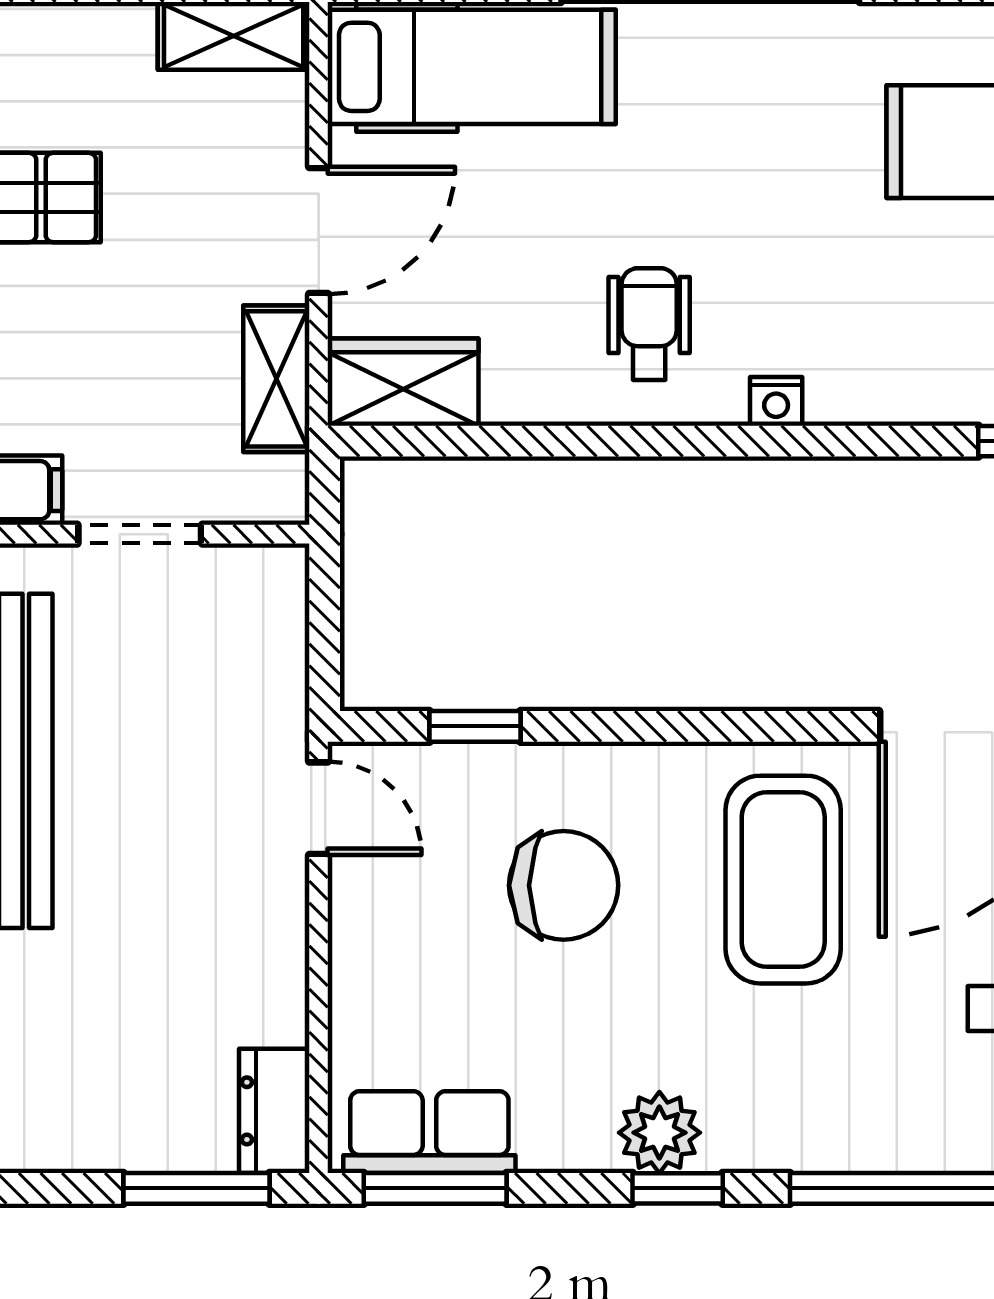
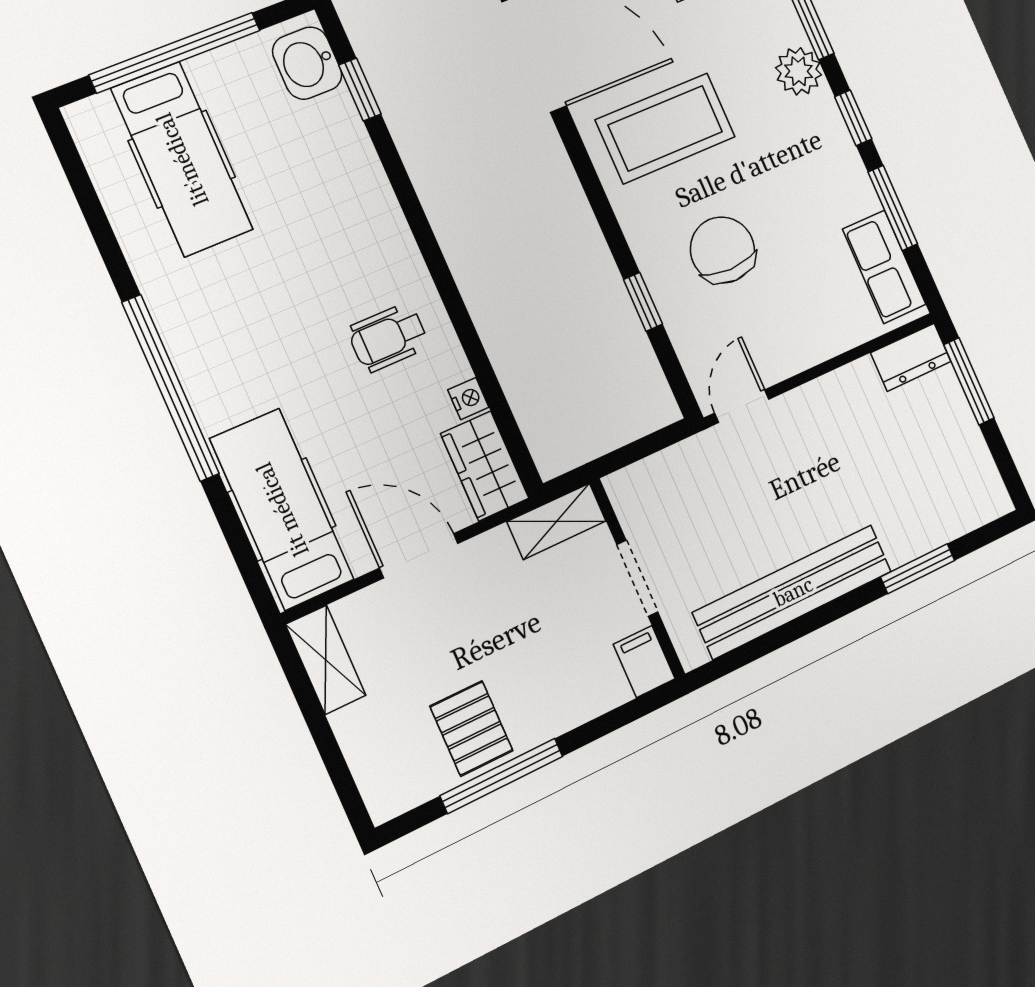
shelving: (276, 379) -> (557, 521), moved
nightstand: (776, 401) -> (468, 399), moved
window: (475, 726) -> (643, 302), moved
plant: (659, 1133) -> (799, 71), moved
window: (435, 1188) -> (893, 208), moved

